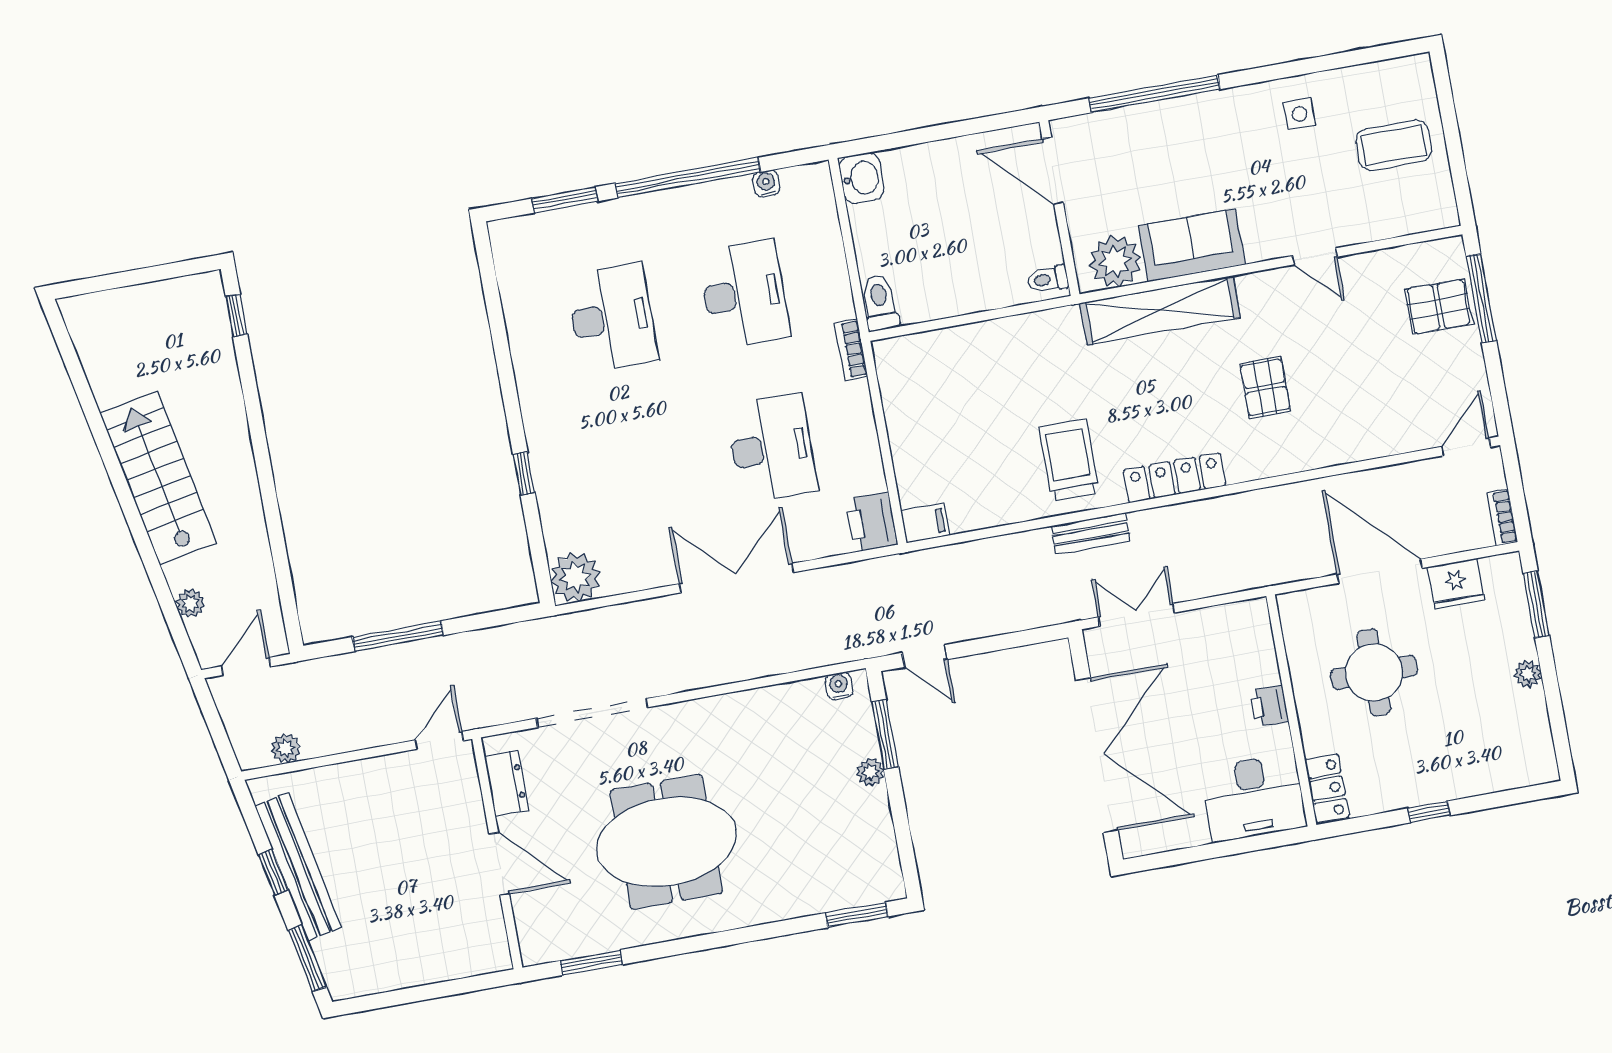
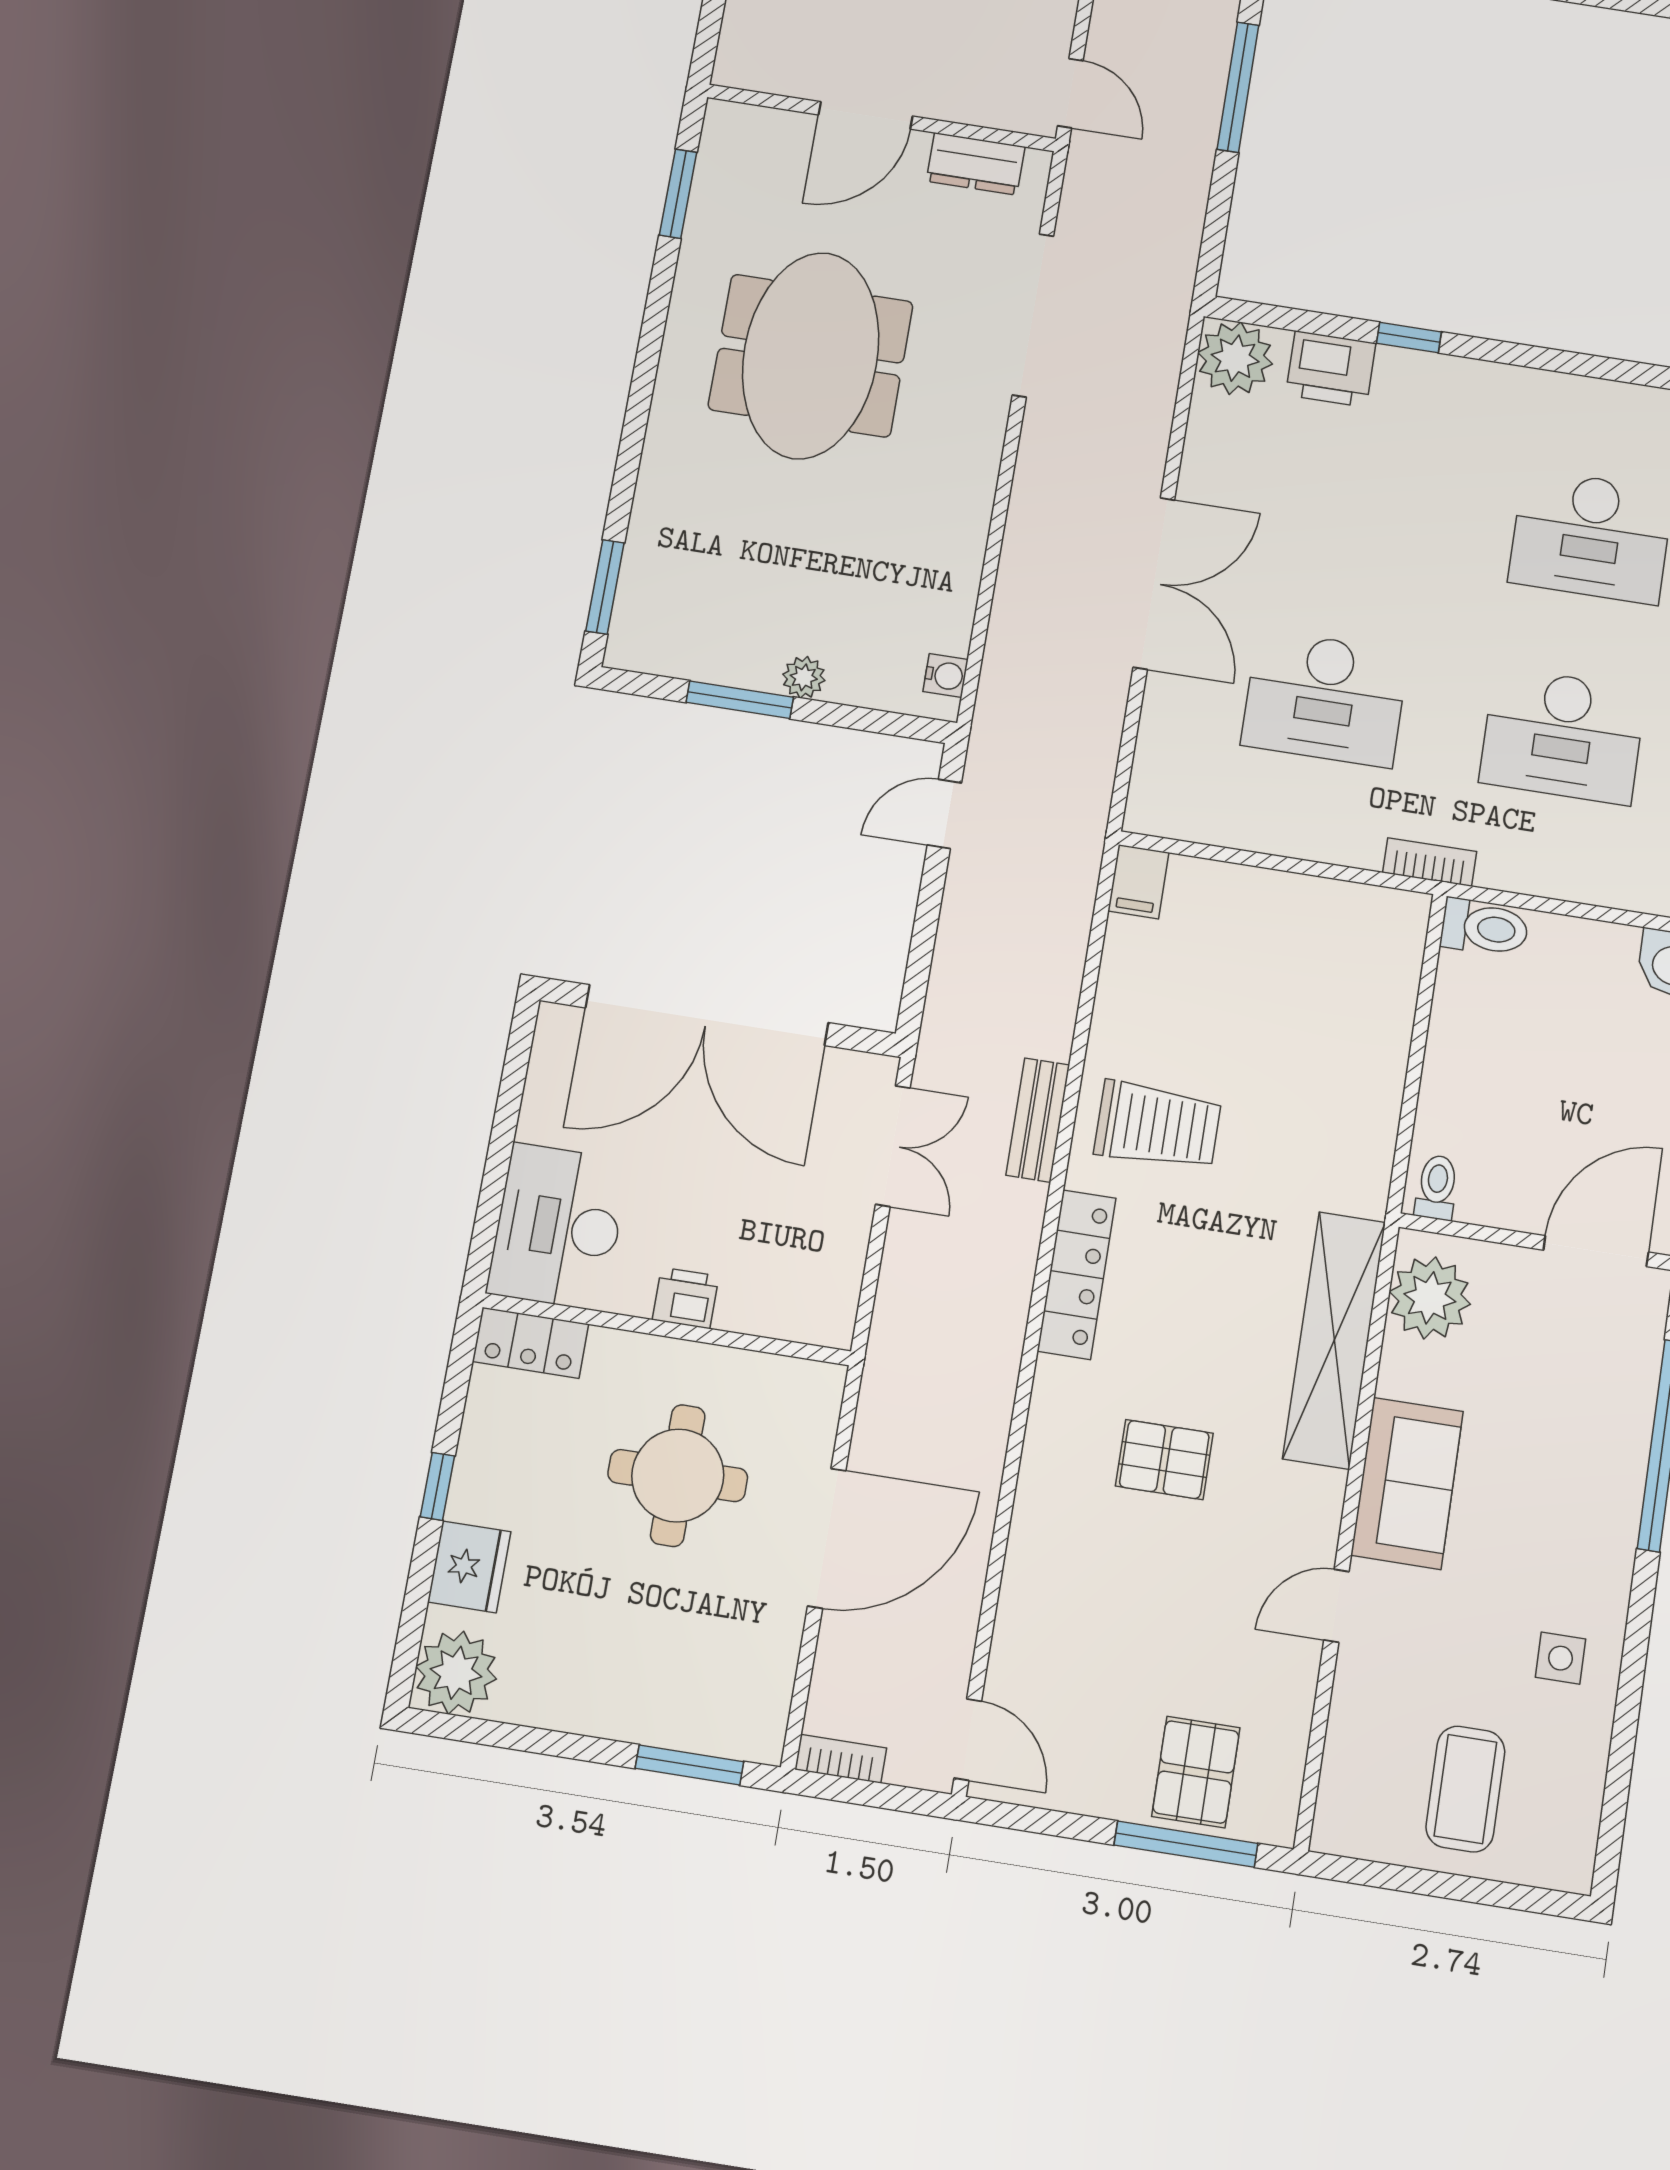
sofa: (1192, 245) -> (1407, 1483), moved
printer: (871, 522) -> (1331, 369), moved, turned 180
fridge: (1456, 584) -> (469, 1567), moved, turned 180
plant: (1528, 674) -> (456, 1673), moved, width x1.87, depth x1.87
window: (885, 734) -> (740, 700), moved

